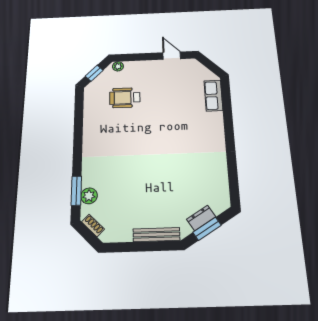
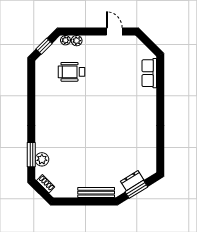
plant: (130, 66) -> (77, 41), added

